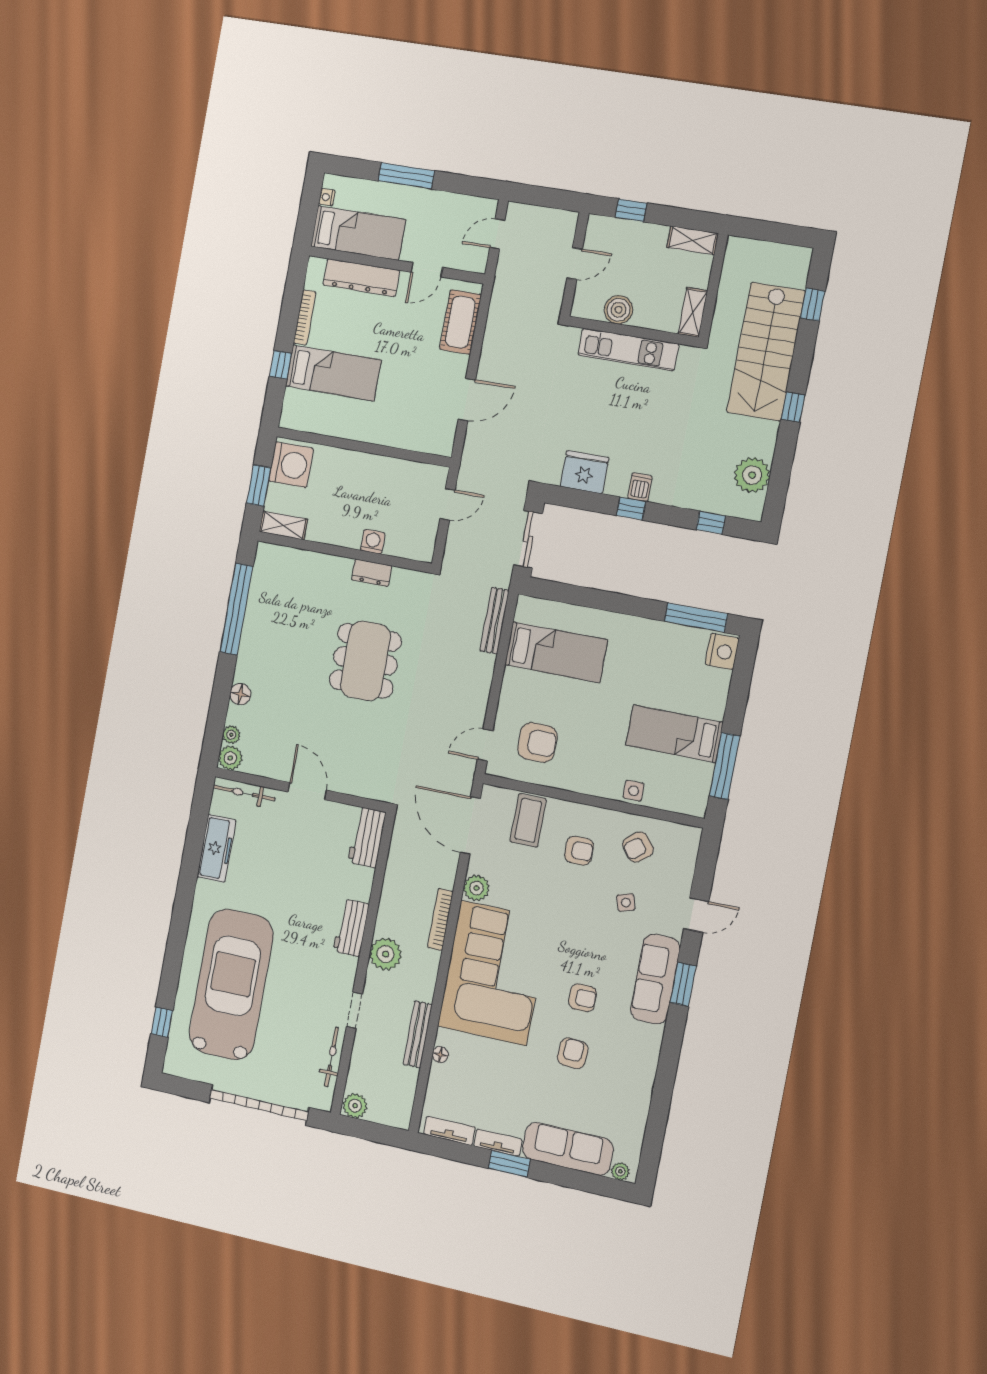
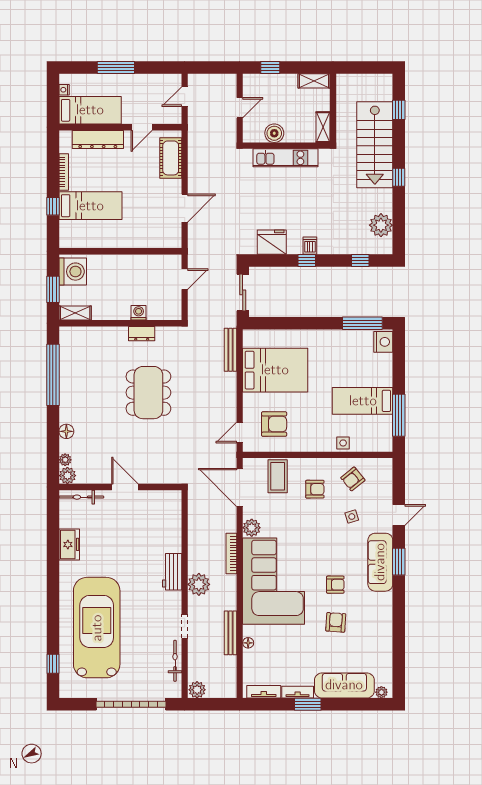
bed: (556, 652) -> (275, 370), width x1.50
workbench: (367, 837) -> (171, 509), removed
freezer: (217, 848) -> (69, 544), width x0.71

